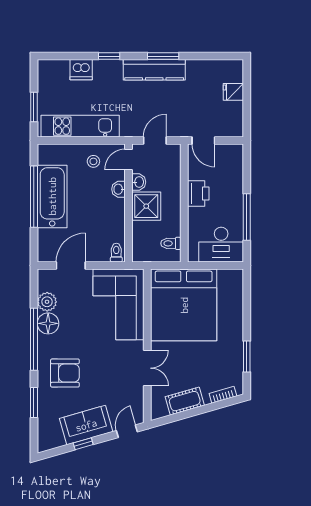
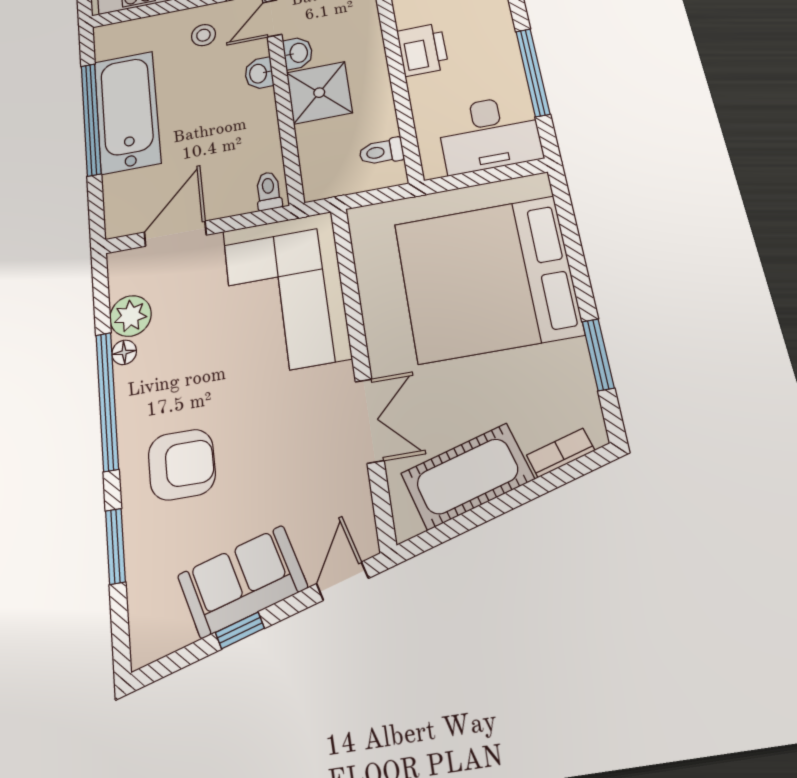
bed: (184, 305) -> (487, 279), moved, turned 90
floor lamp: (48, 323) -> (124, 352), width x0.53, depth x0.53
cot: (185, 401) -> (467, 476), width x1.37, depth x1.34

